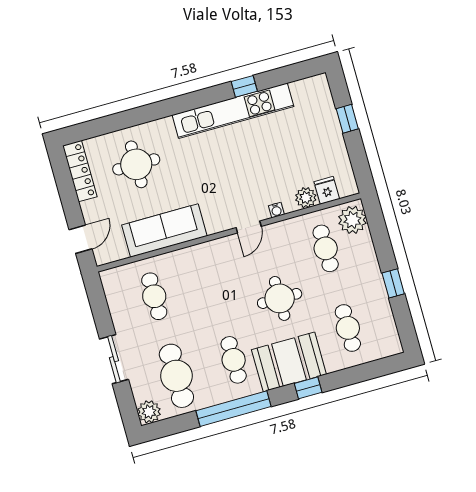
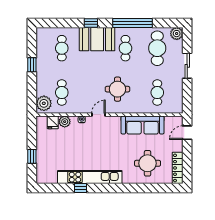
round table: (280, 298) -> (117, 89), moved

